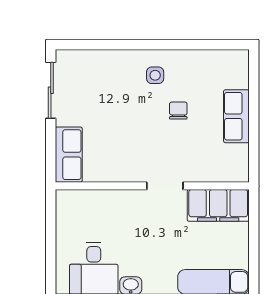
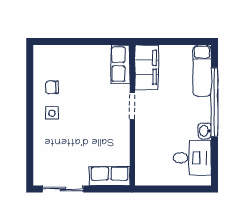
chair: (178, 111) -> (52, 87), moved
row of seats: (236, 116) -> (121, 64), moved, turned 90

